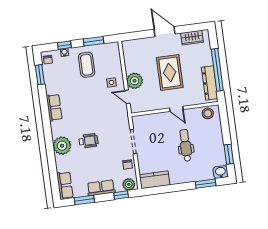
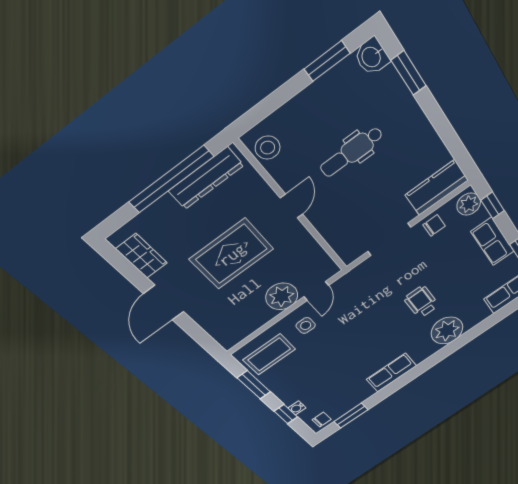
coffee table: (87, 65) -> (269, 354), moved
kitchen counter: (154, 180) -> (437, 188), moved, turned 90

